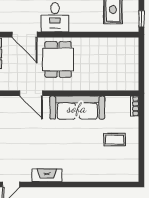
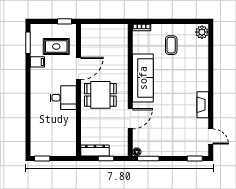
door: (24, 35) -> (78, 69), moved
plant: (129, 174) -> (202, 32), added

